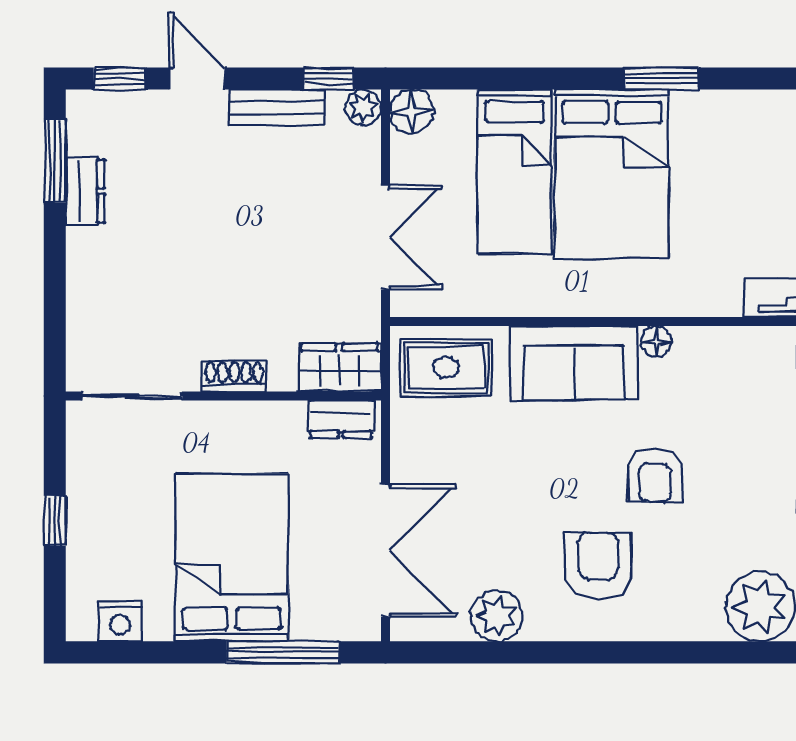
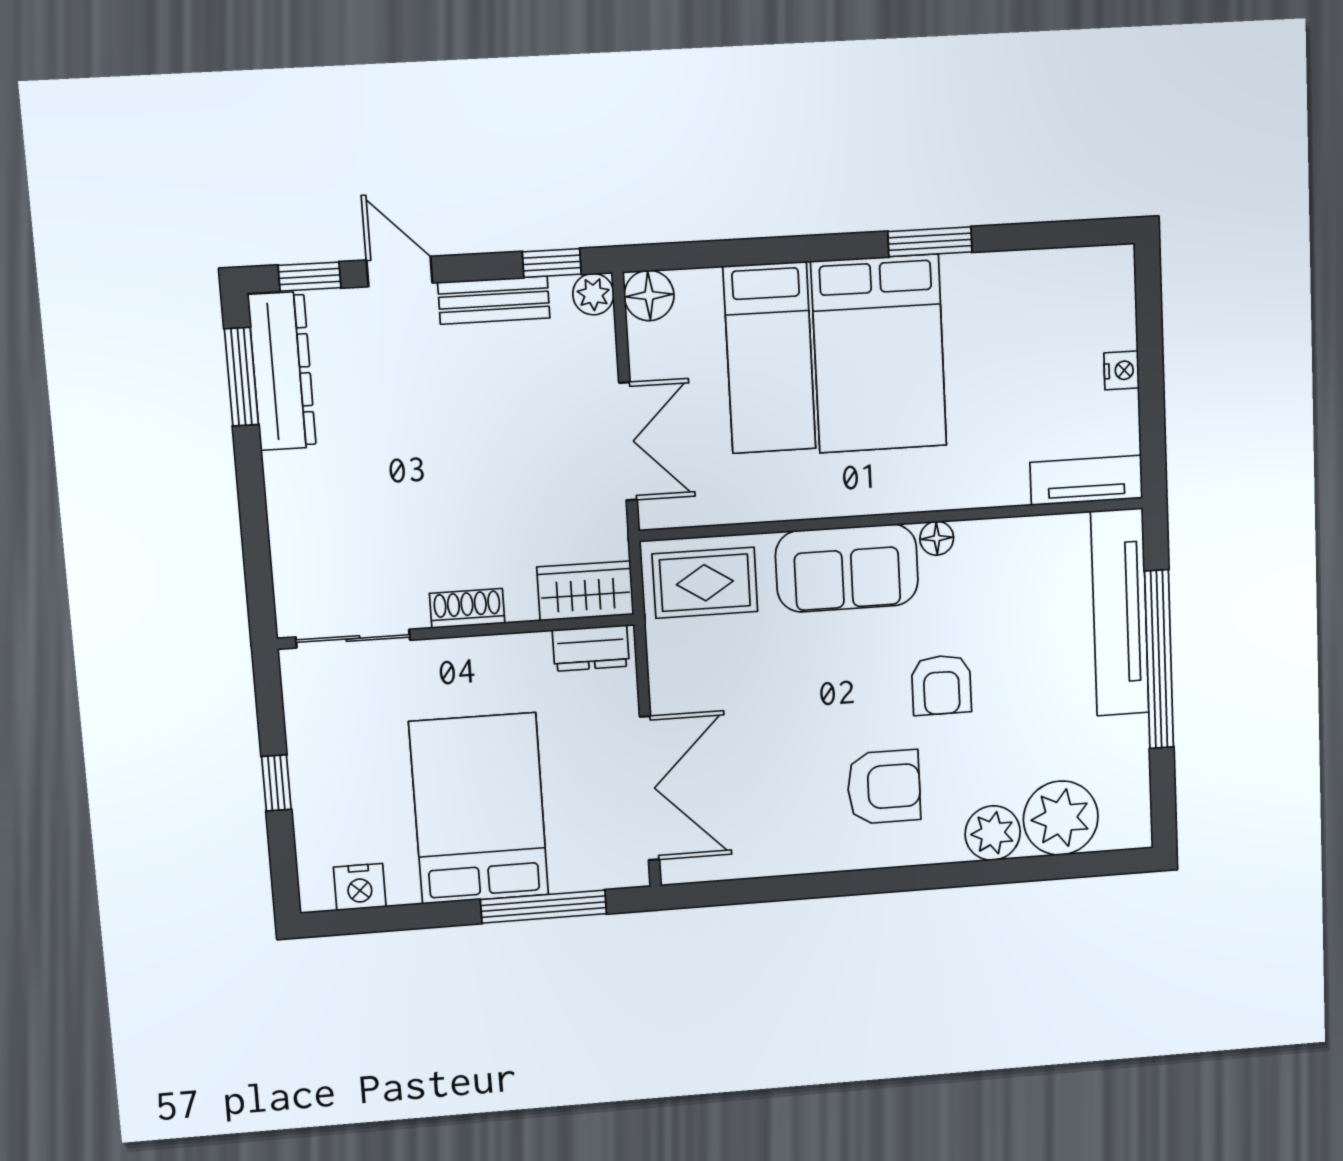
dresser: (85, 191) -> (282, 371), width x1.96, depth x1.24
armchair: (598, 565) -> (884, 787), turned 90
plant: (496, 616) -> (993, 833), moved

